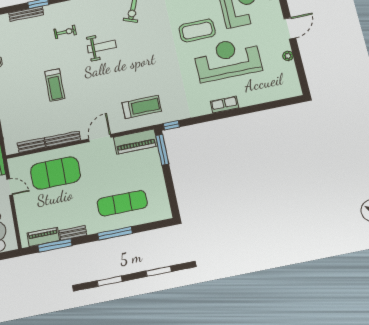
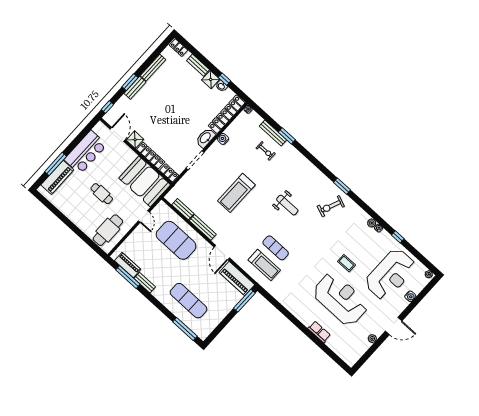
coffee table: (197, 31) -> (346, 263), width x0.54, depth x0.58
exercise bike: (65, 32) -> (266, 151), moved
treadmill: (55, 85) -> (236, 193), width x1.37, depth x1.38
exercise mat: (134, 85) -> (276, 248), added
row of seats: (224, 105) -> (319, 332), moved
window: (171, 125) -> (266, 295), removed
door: (100, 138) -> (222, 252), swing flipped
window: (115, 233) -> (185, 329), moved

